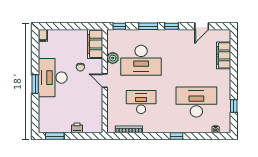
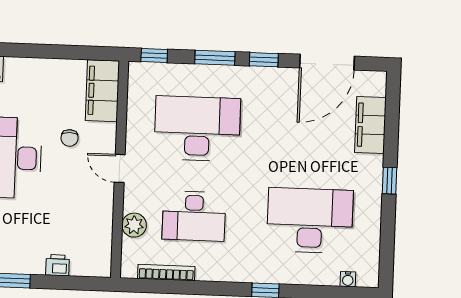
door: (202, 26) -> (327, 62), width x1.88
plant: (113, 58) -> (134, 225), moved
desk: (141, 60) -> (197, 129), turned 180
desk: (141, 102) -> (194, 216), turned 180
window: (234, 106) -> (390, 181), moved

